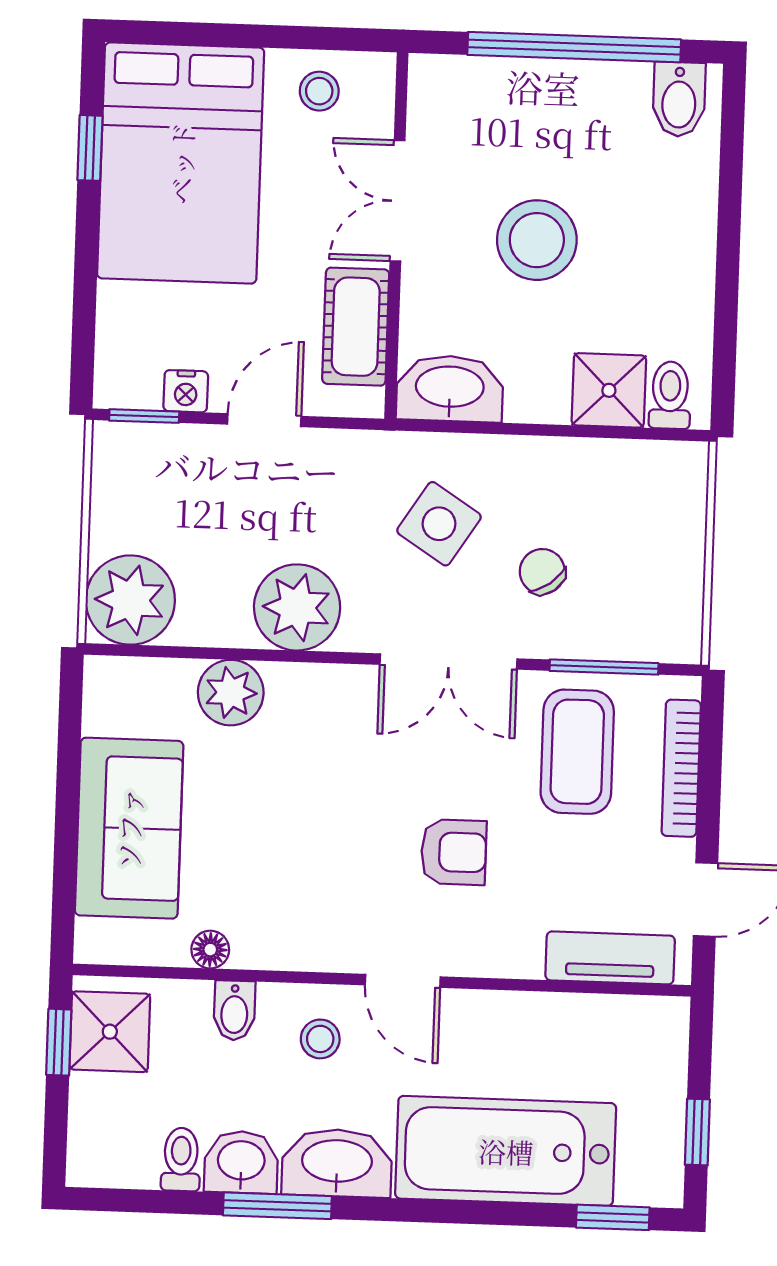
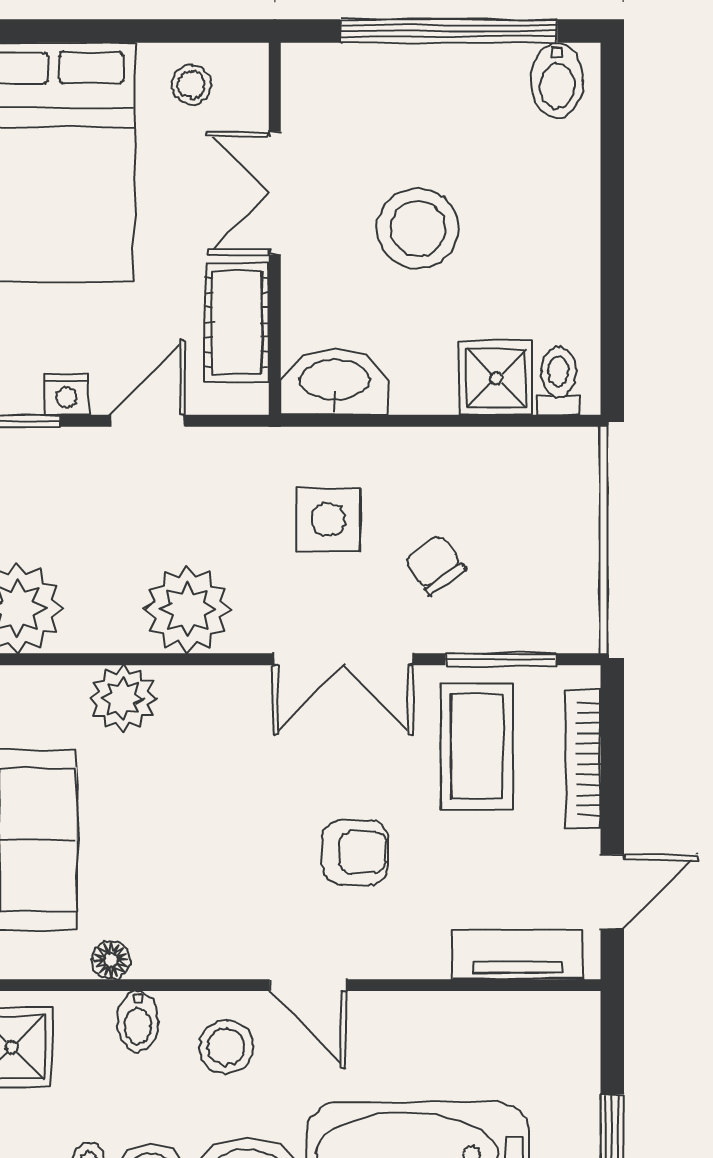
side table: (439, 524) -> (328, 520), turned -33
stool: (320, 1039) -> (226, 1047), width x1.37, depth x1.37

